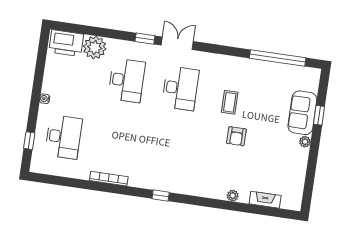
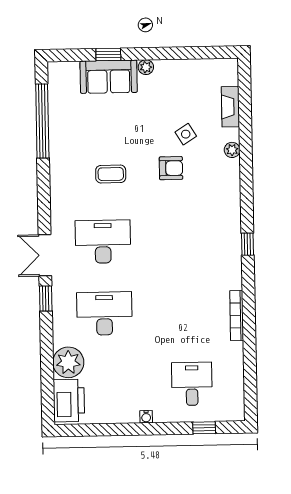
armchair: (236, 136) -> (171, 168), moved
desk: (63, 137) -> (192, 384), width x0.73
side table: (250, 163) -> (186, 134), added

